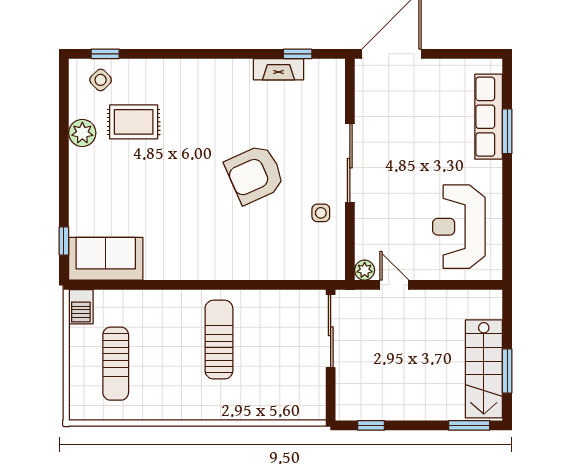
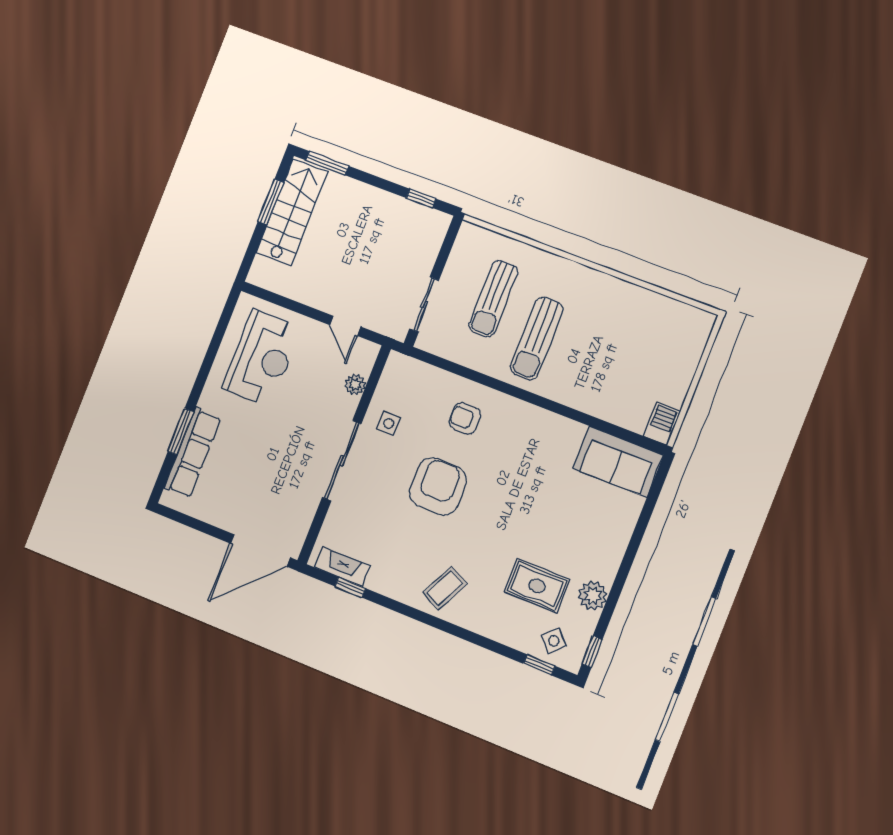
fireplace: (279, 69) -> (342, 567), moved
coffee table: (214, 87) -> (445, 588), added
armchair: (255, 174) -> (438, 487), turned -66
window: (64, 241) -> (592, 652), moved
armchair: (255, 244) -> (465, 419), added
plant: (365, 270) -> (355, 385), moved
sliding door: (331, 331) -> (424, 305), width x0.73
sun lounger: (116, 364) -> (493, 299), moved, turned 180

